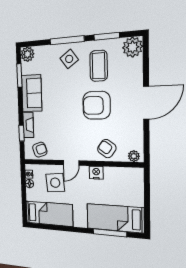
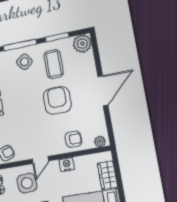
armchair: (97, 105) -> (57, 100), turned 90
armchair: (107, 149) -> (73, 139), turned 144
wardrobe: (136, 192) -> (107, 175), added

